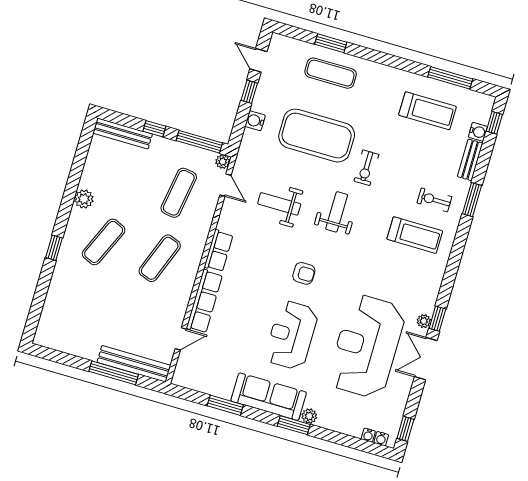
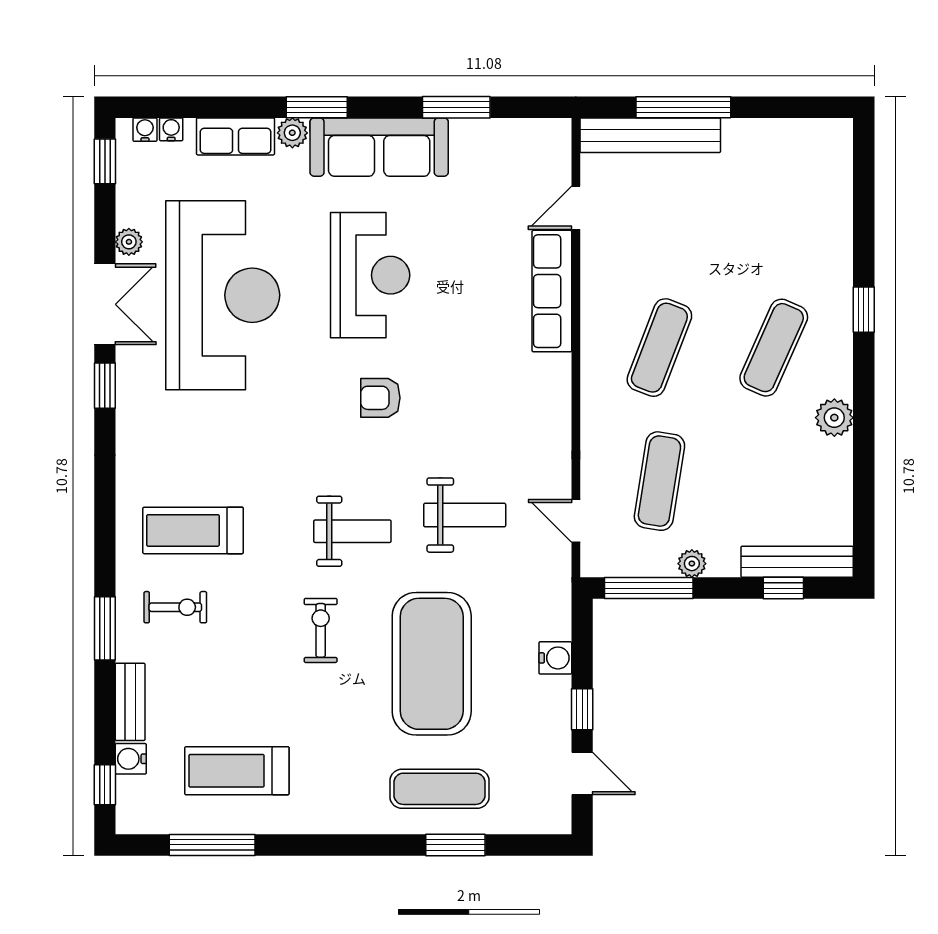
window: (154, 129) -> (783, 588), moved
exercise mat: (317, 136) -> (432, 664), turned 90
plant: (223, 162) -> (692, 564), moved
weight bench: (337, 212) -> (352, 531), turned -90
row of seats: (219, 251) -> (236, 136), moved, turned -90
plant: (424, 321) -> (129, 242), moved

